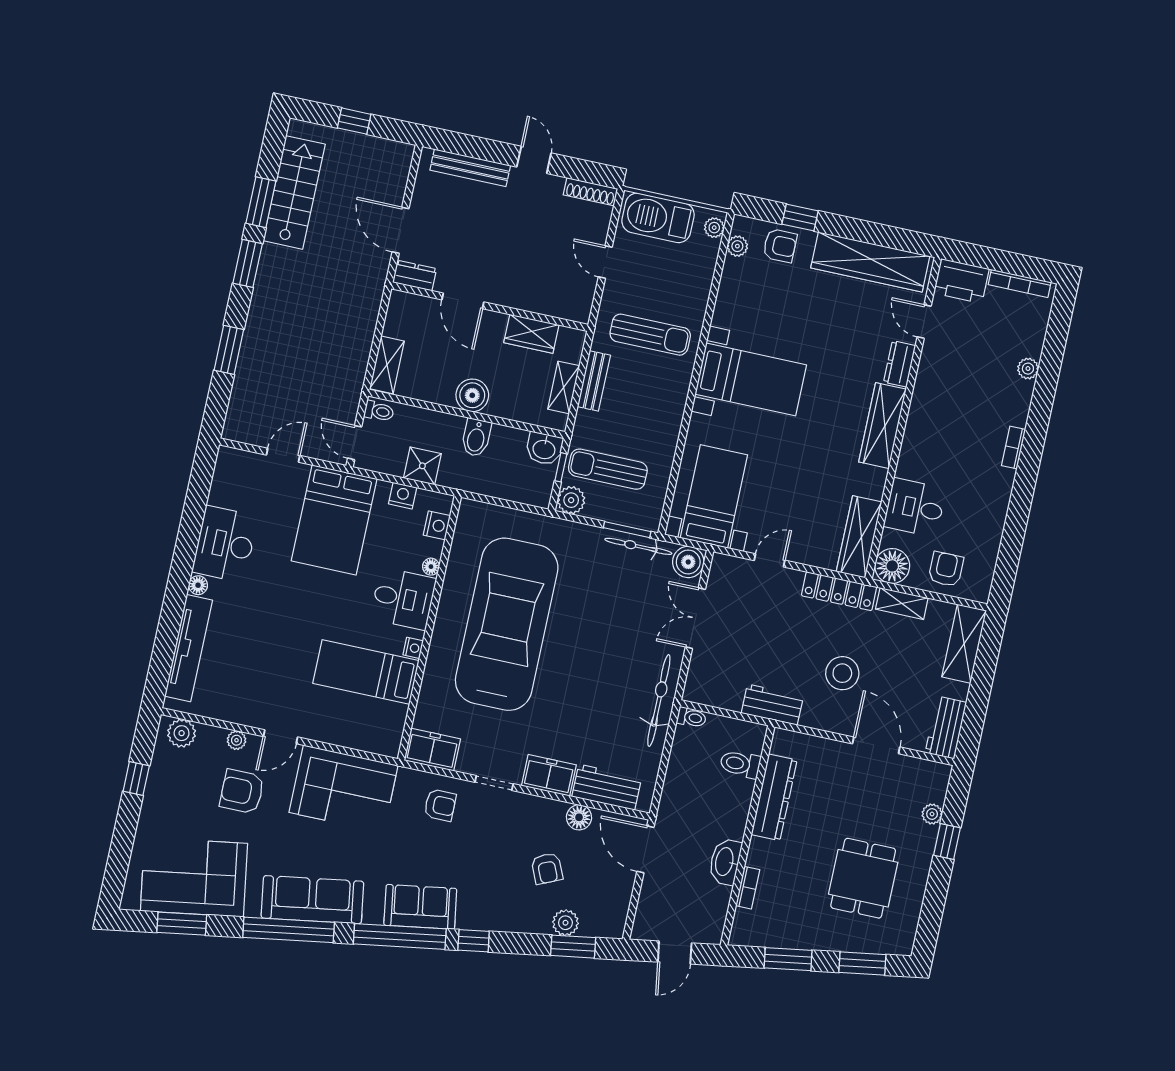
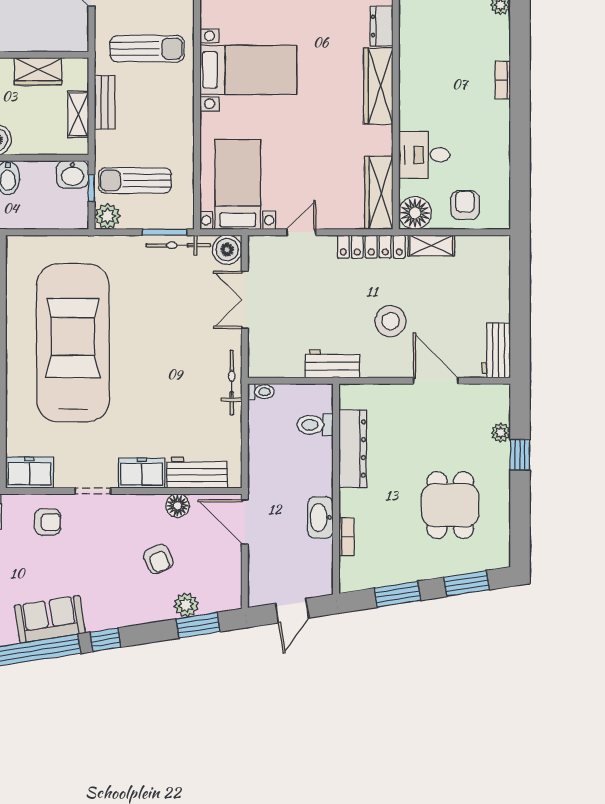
shelving: (964, 644) -> (496, 270), removed
bicycle: (659, 700) -> (232, 383), width x0.73, depth x0.71

